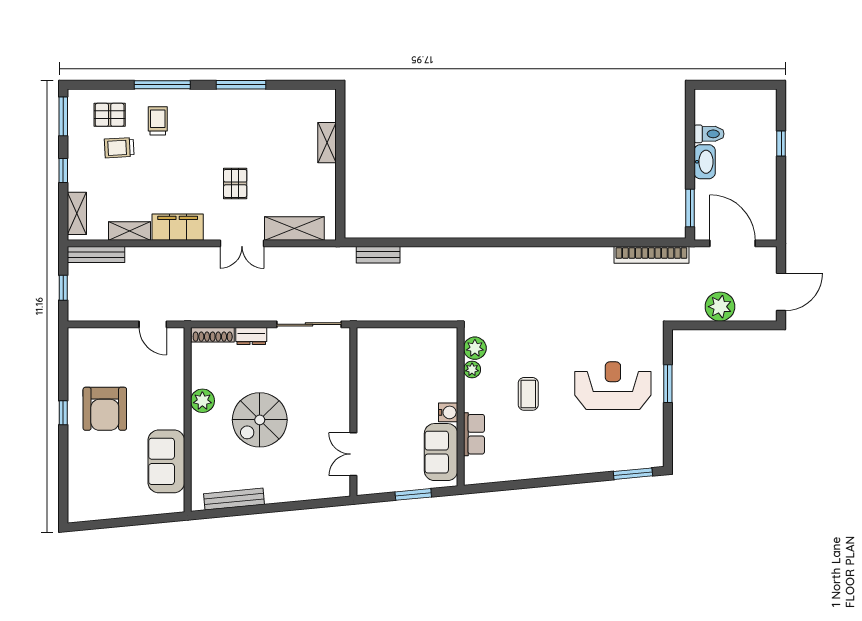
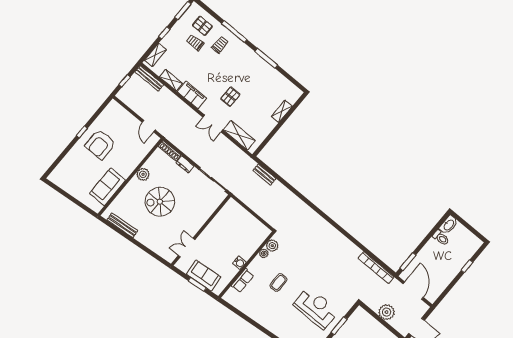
washbasin: (705, 162) -> (449, 225), moved
sofa: (441, 452) -> (204, 276), moved, turned 85

